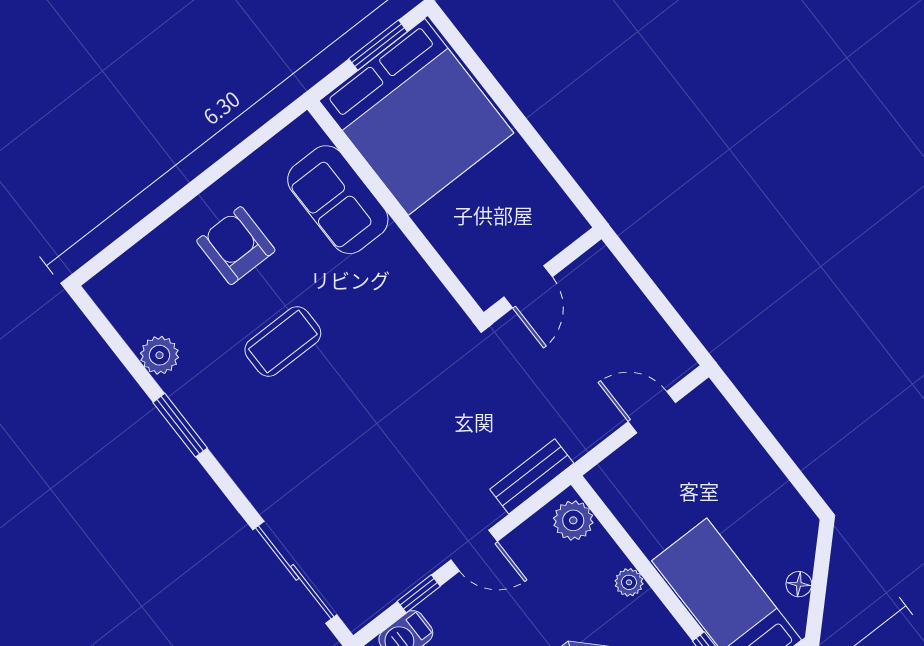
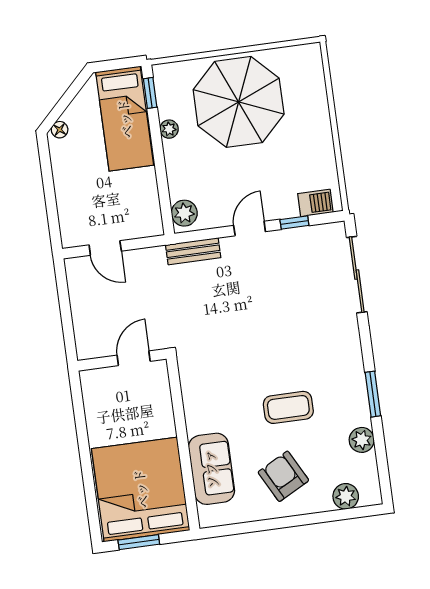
armchair: (236, 246) -> (283, 476), turned 152
plant: (137, 267) -> (346, 496), added
door: (474, 551) -> (250, 228), hinge flipped
plant: (629, 582) -> (169, 129), moved
floor lamp: (799, 584) -> (60, 130), moved

